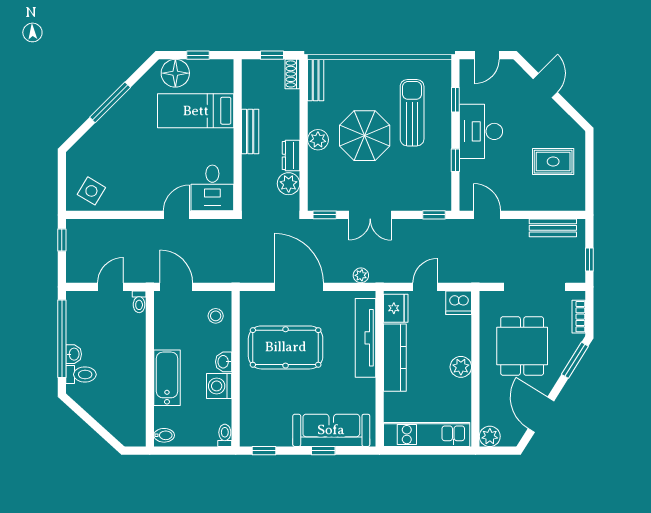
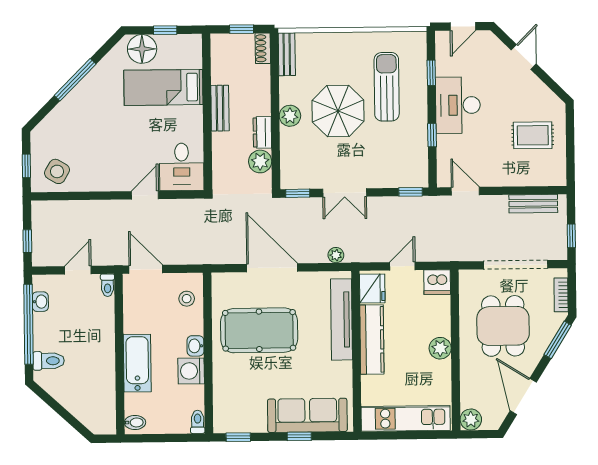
window: (62, 185) -> (26, 166), added
window: (62, 240) -> (27, 241), moved
washbasin: (74, 354) -> (40, 302), moved

